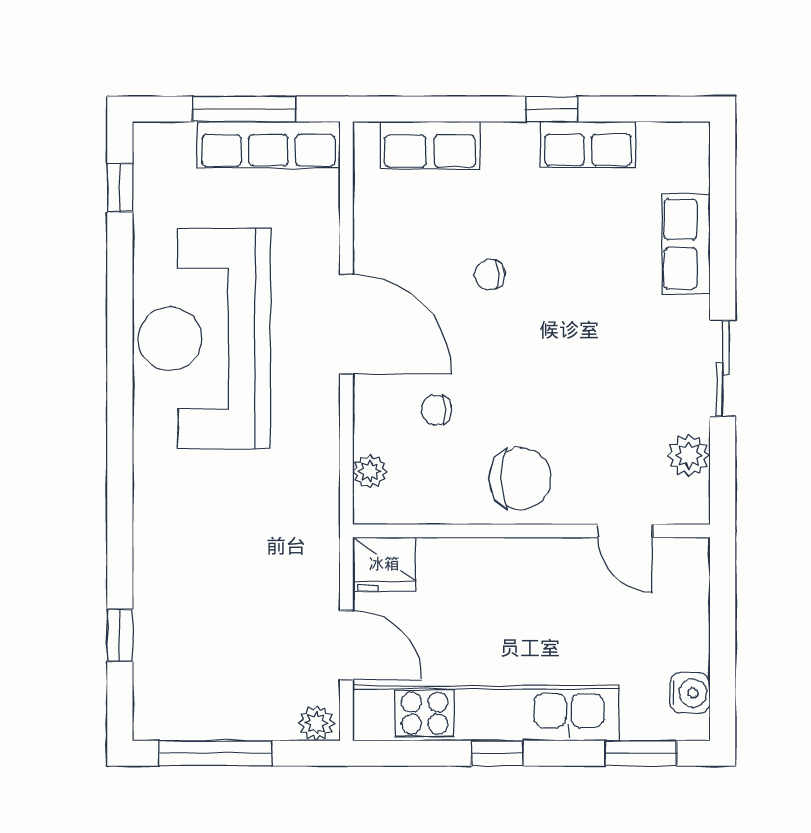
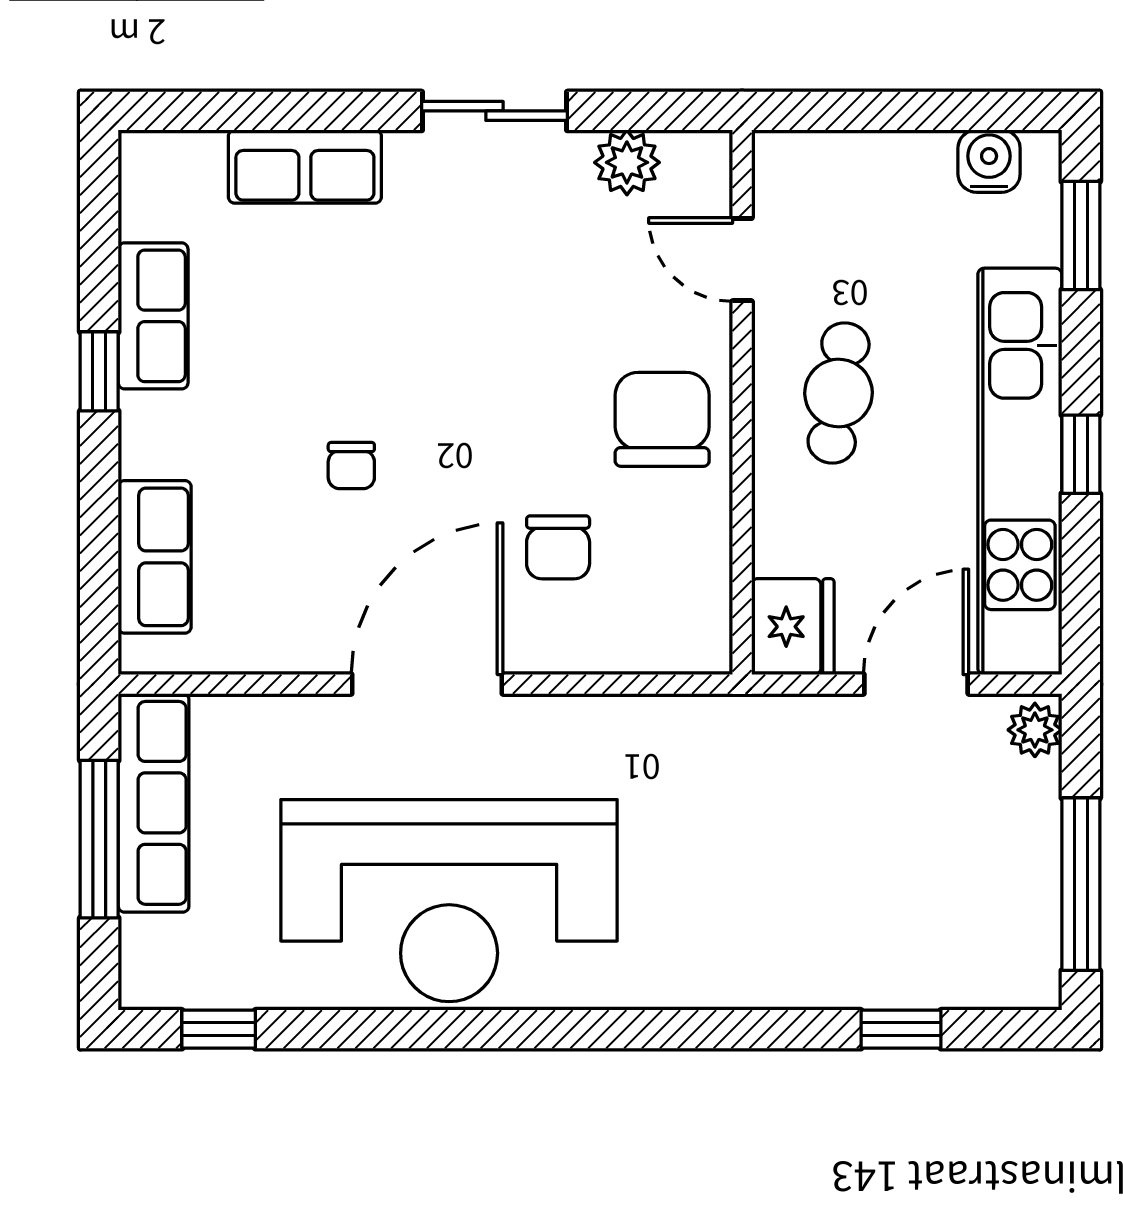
chair: (436, 410) -> (558, 547), width x1.37, depth x1.37
plant: (370, 471) -> (651, 648), removed
door: (625, 531) -> (742, 260), swing flipped
cafe table: (537, 594) -> (839, 393), added

